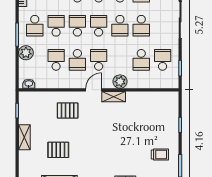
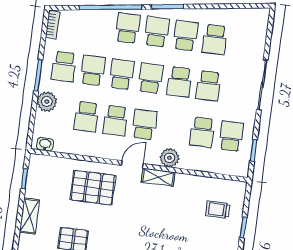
school desk: (56, 60) -> (86, 117), turned 180
pallet: (68, 110) -> (93, 188), width x1.50, depth x1.42
trolley: (160, 114) -> (218, 210), added

